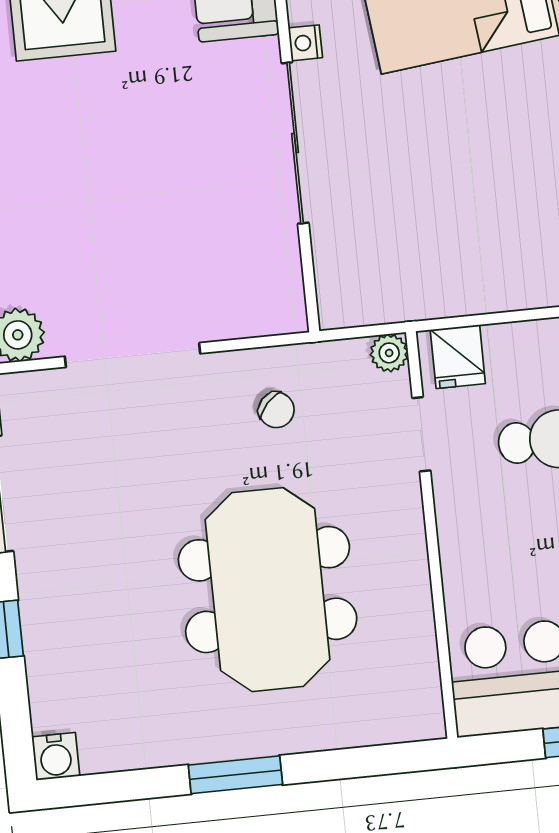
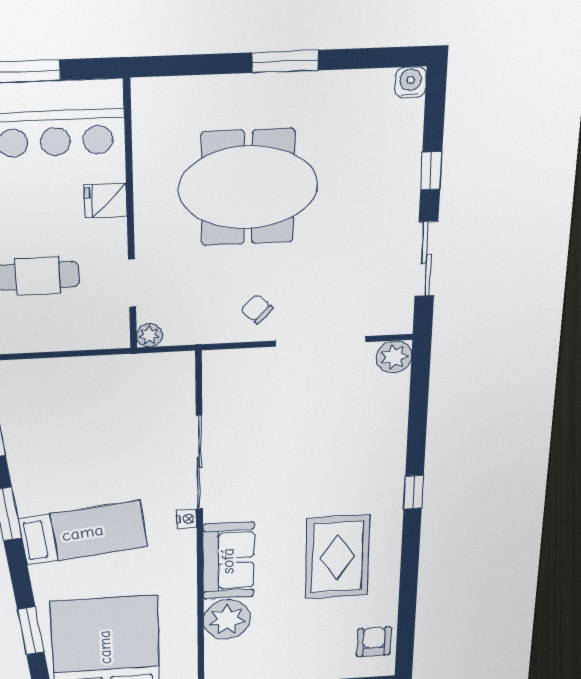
fridge: (458, 357) -> (106, 201), moved, turned -90
chair: (276, 410) -> (257, 309), moved
meeting table: (268, 590) -> (248, 187), turned 90

